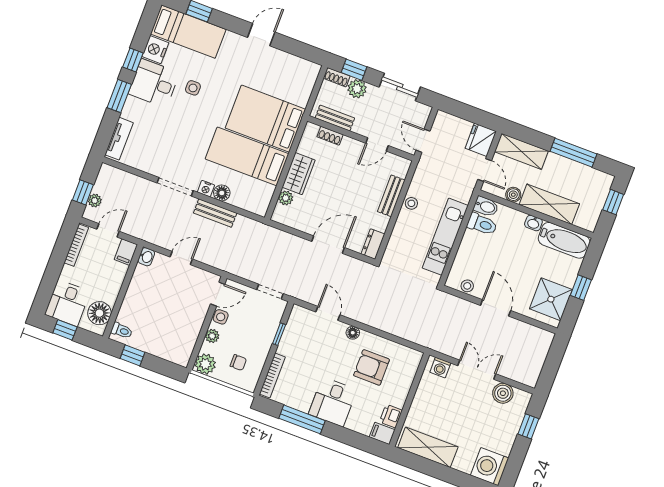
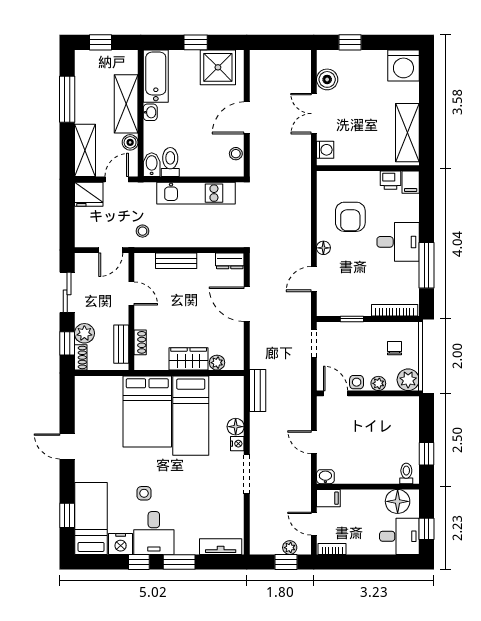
stool: (411, 203) -> (143, 231), moved
bench: (215, 213) -> (258, 390), moved
bookcase: (76, 245) -> (332, 549), width x0.64

